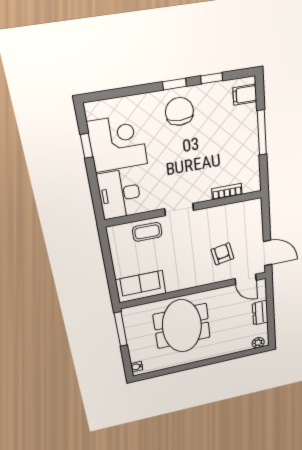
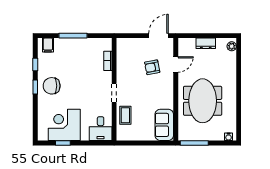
desk: (119, 194) -> (101, 129), width x0.73
door: (246, 279) -> (176, 64), moved
meeting table: (182, 326) -> (203, 101), turned 90

